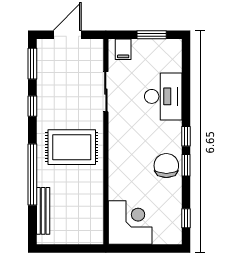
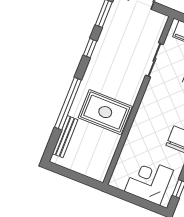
rug: (72, 147) -> (105, 112), moved
corner desk: (130, 222) -> (149, 181), moved, turned -90

